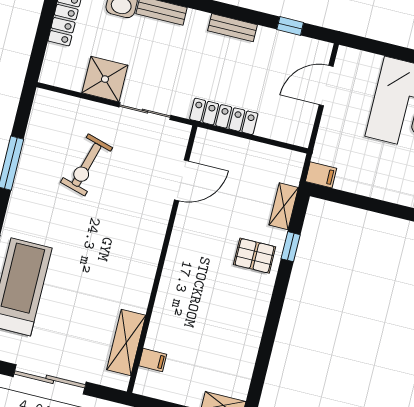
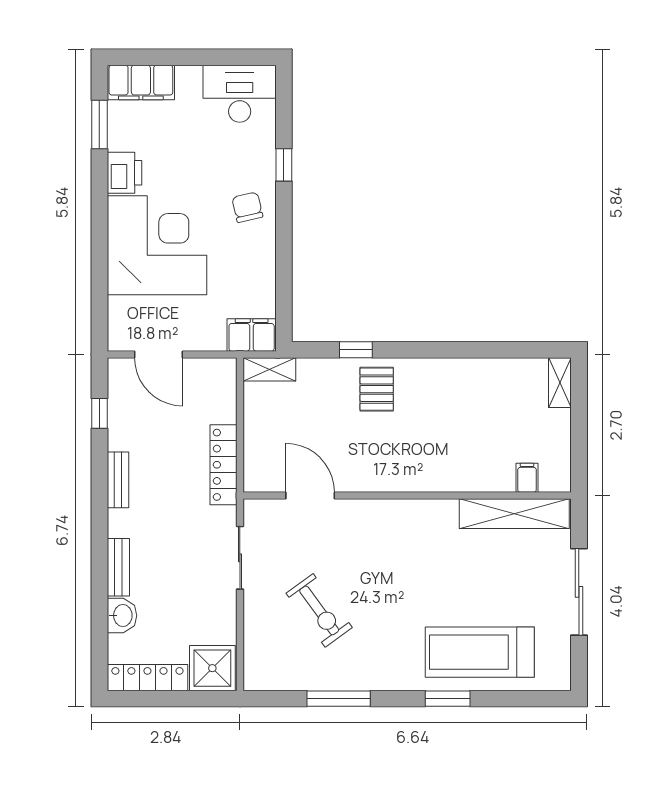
shower: (105, 79) -> (212, 668), moved
exercise bike: (86, 165) -> (319, 610), turned 38
filing cabinet: (321, 175) -> (252, 335), width x2.00
shelving: (284, 206) -> (269, 369), moved
shelving: (126, 342) -> (514, 514), width x1.47

